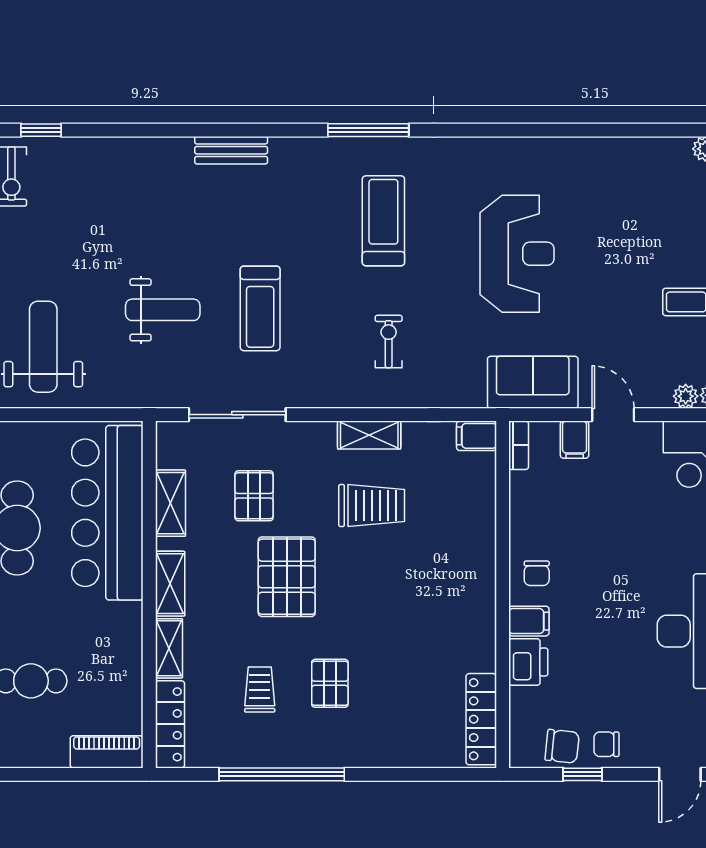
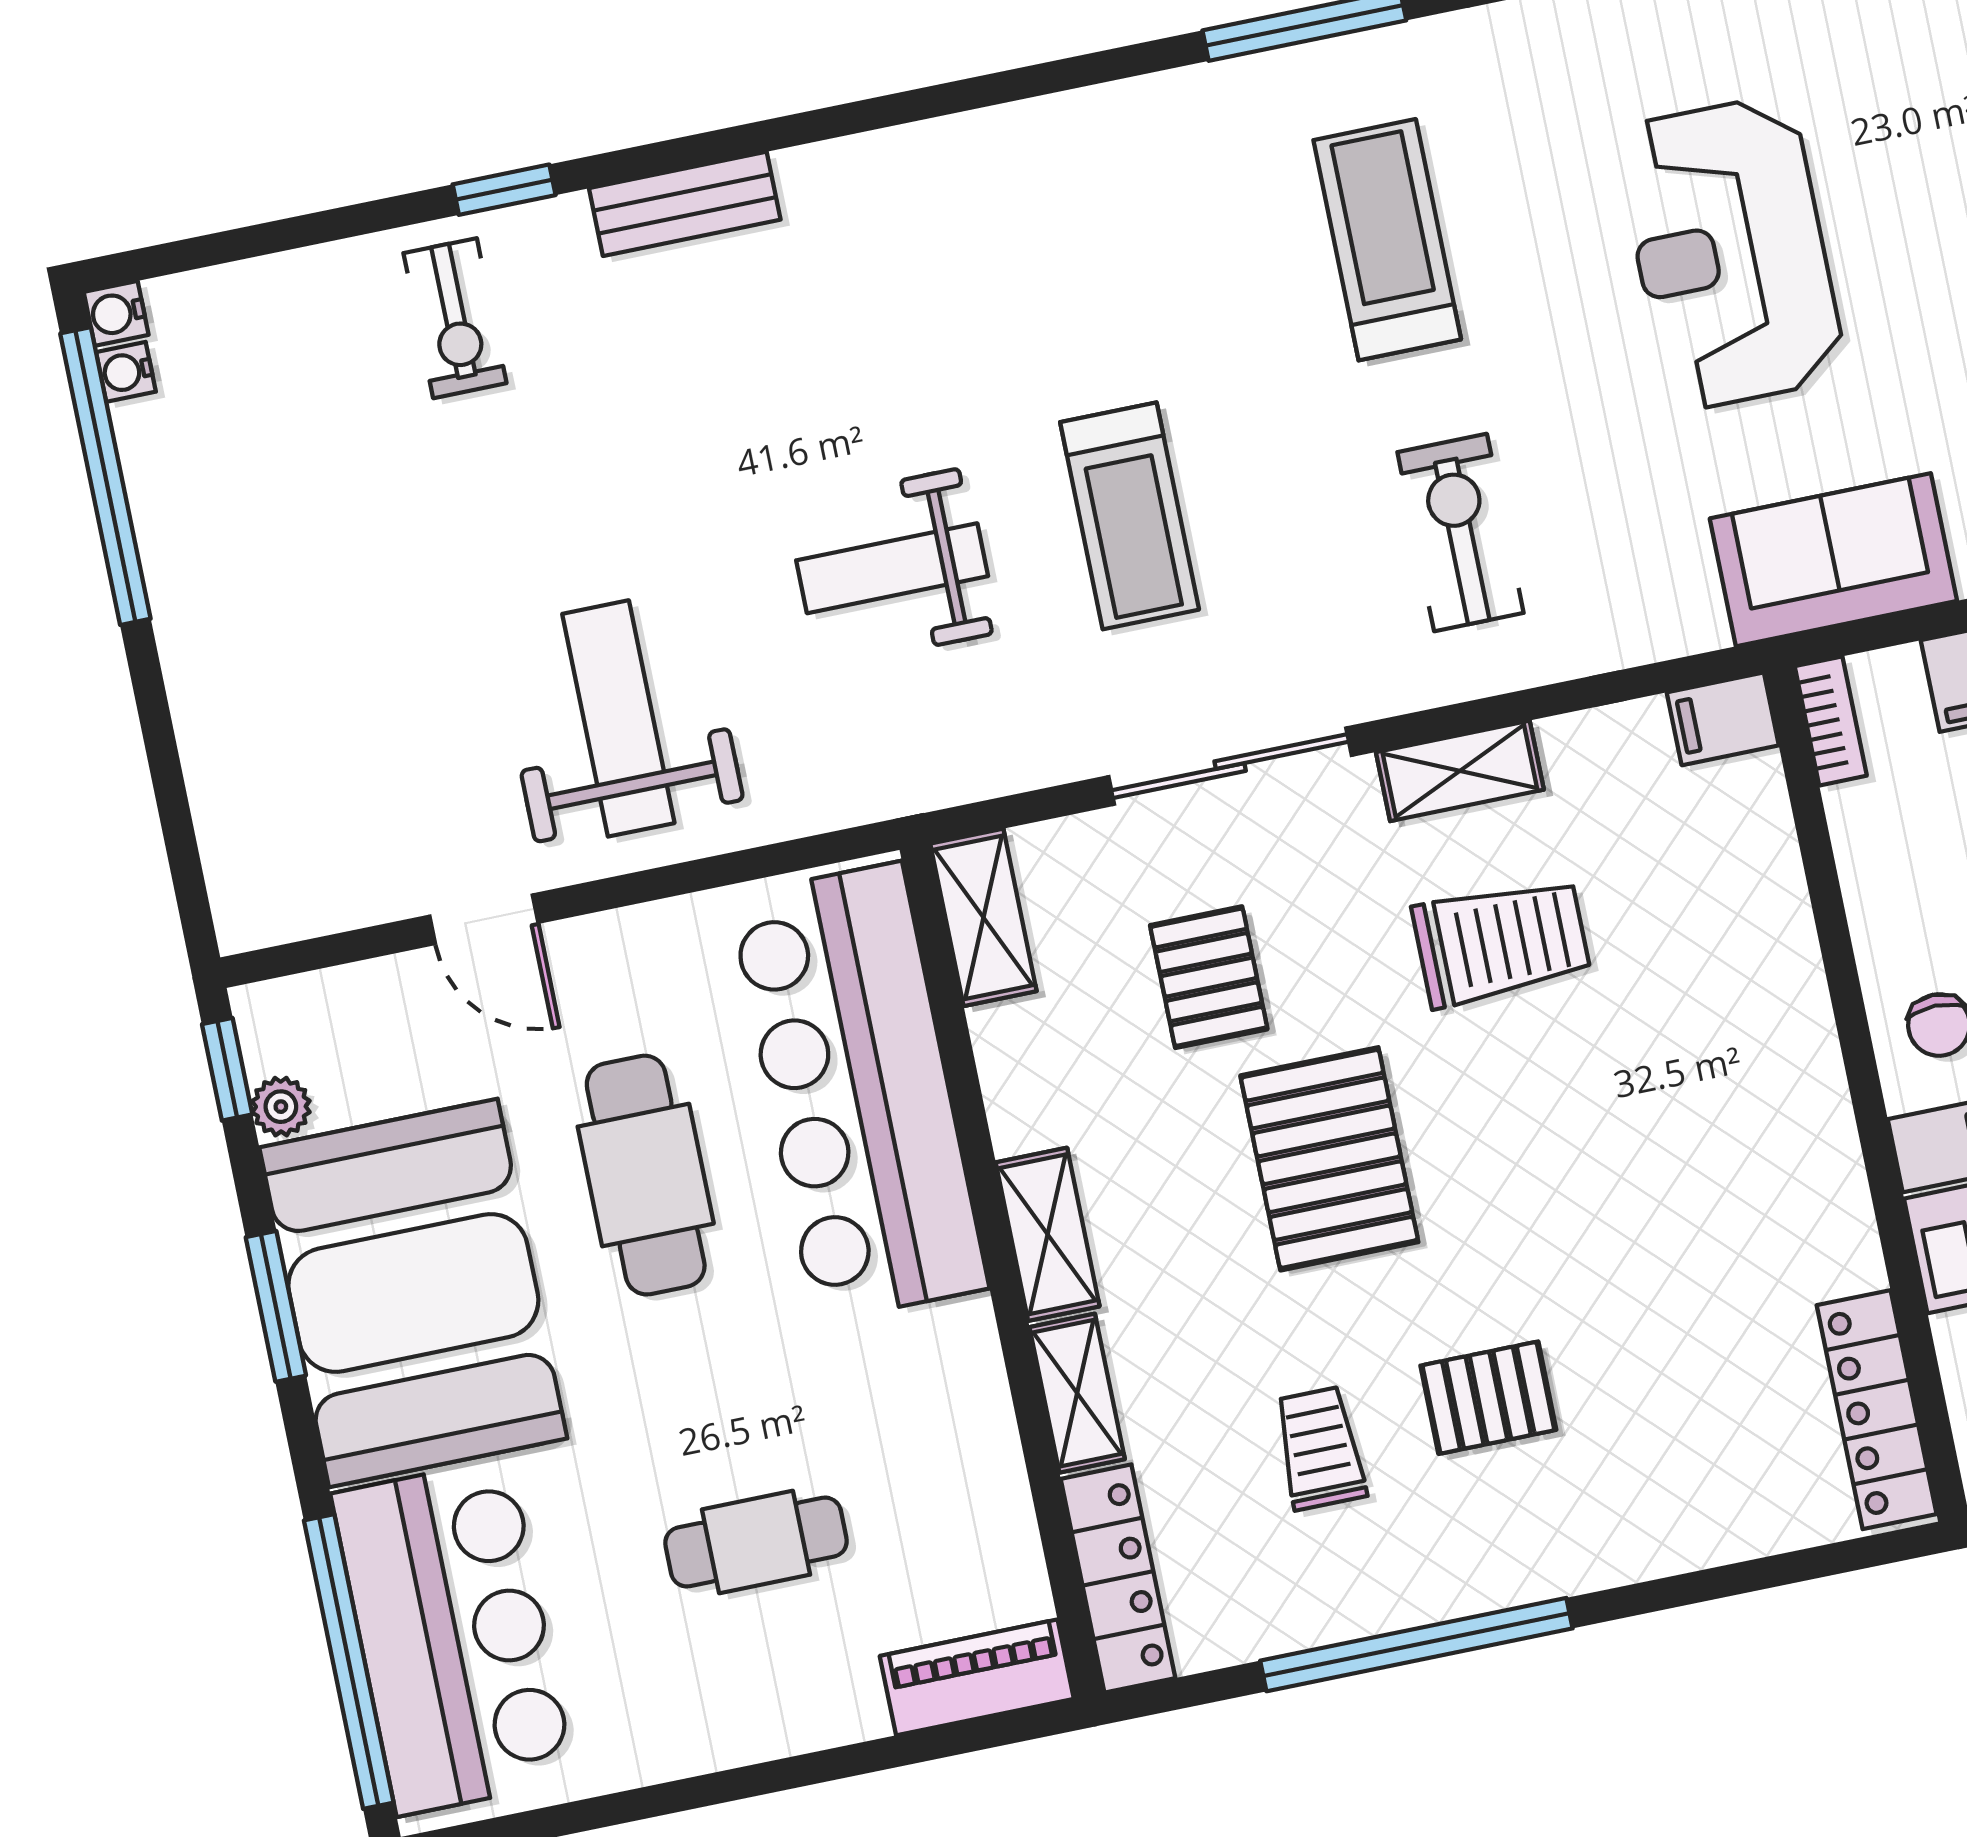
bench: (231, 150) -> (685, 204), moved
reception desk: (517, 254) -> (1730, 253), turned 180
weight bench: (163, 310) -> (892, 568), turned 180
exercise bike: (389, 342) -> (1460, 532), width x1.38, depth x1.39
sliding door: (237, 415) -> (1230, 766), moved
shelving: (170, 503) -> (983, 917), moved
pallet: (330, 683) -> (1488, 1398), turned 90

